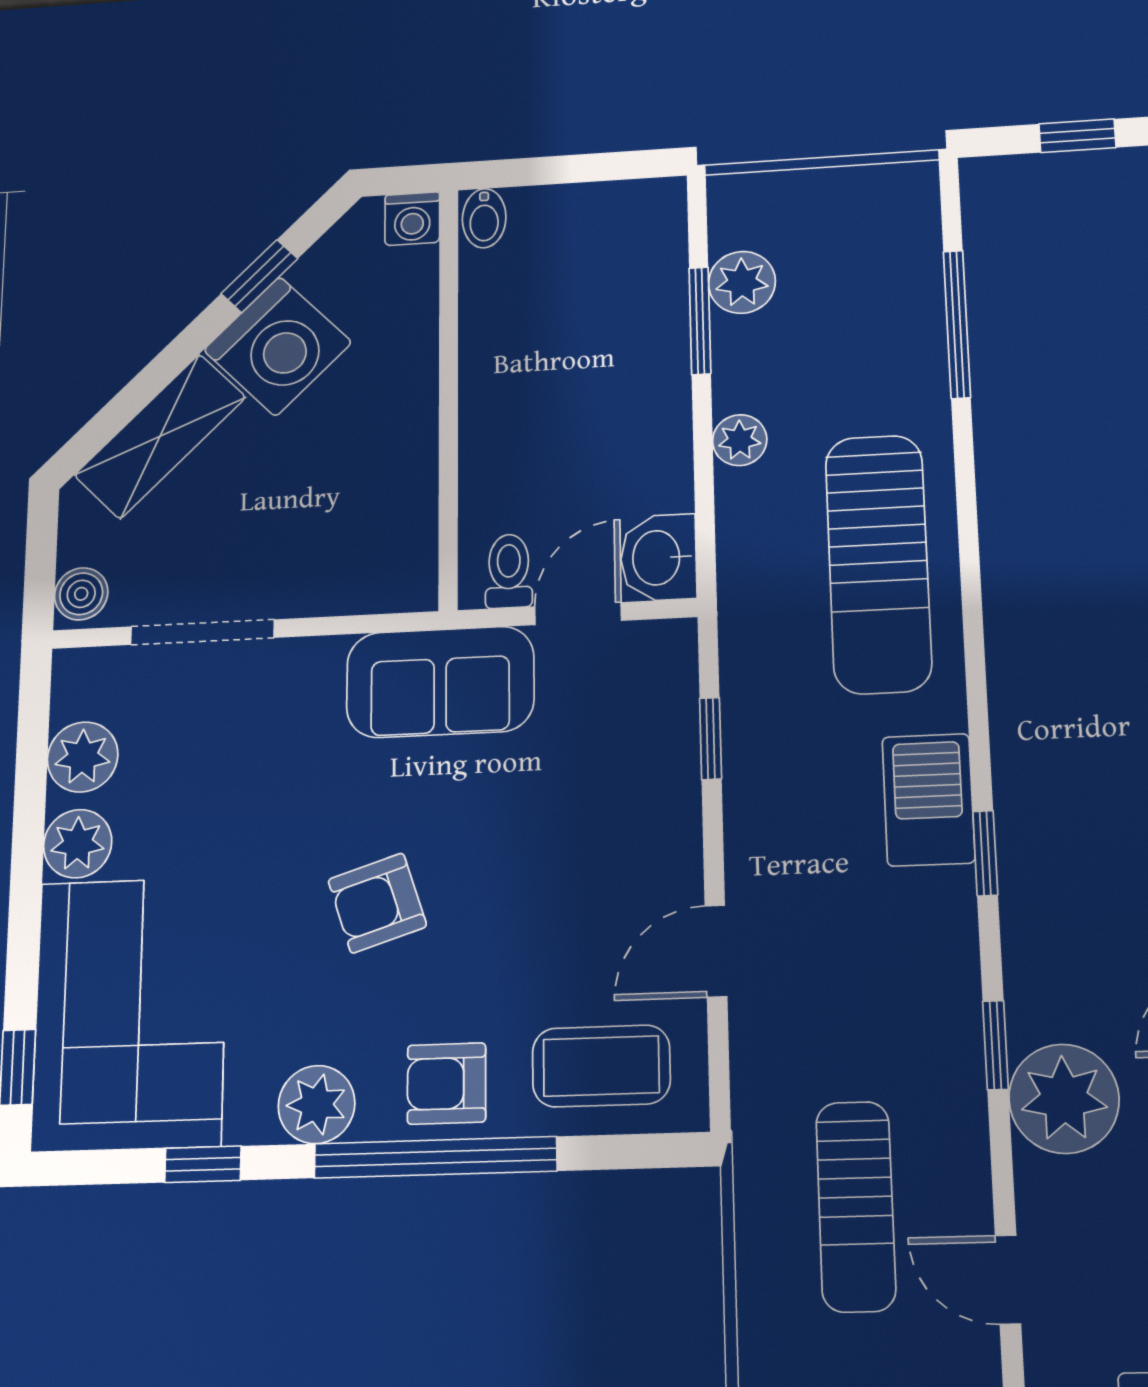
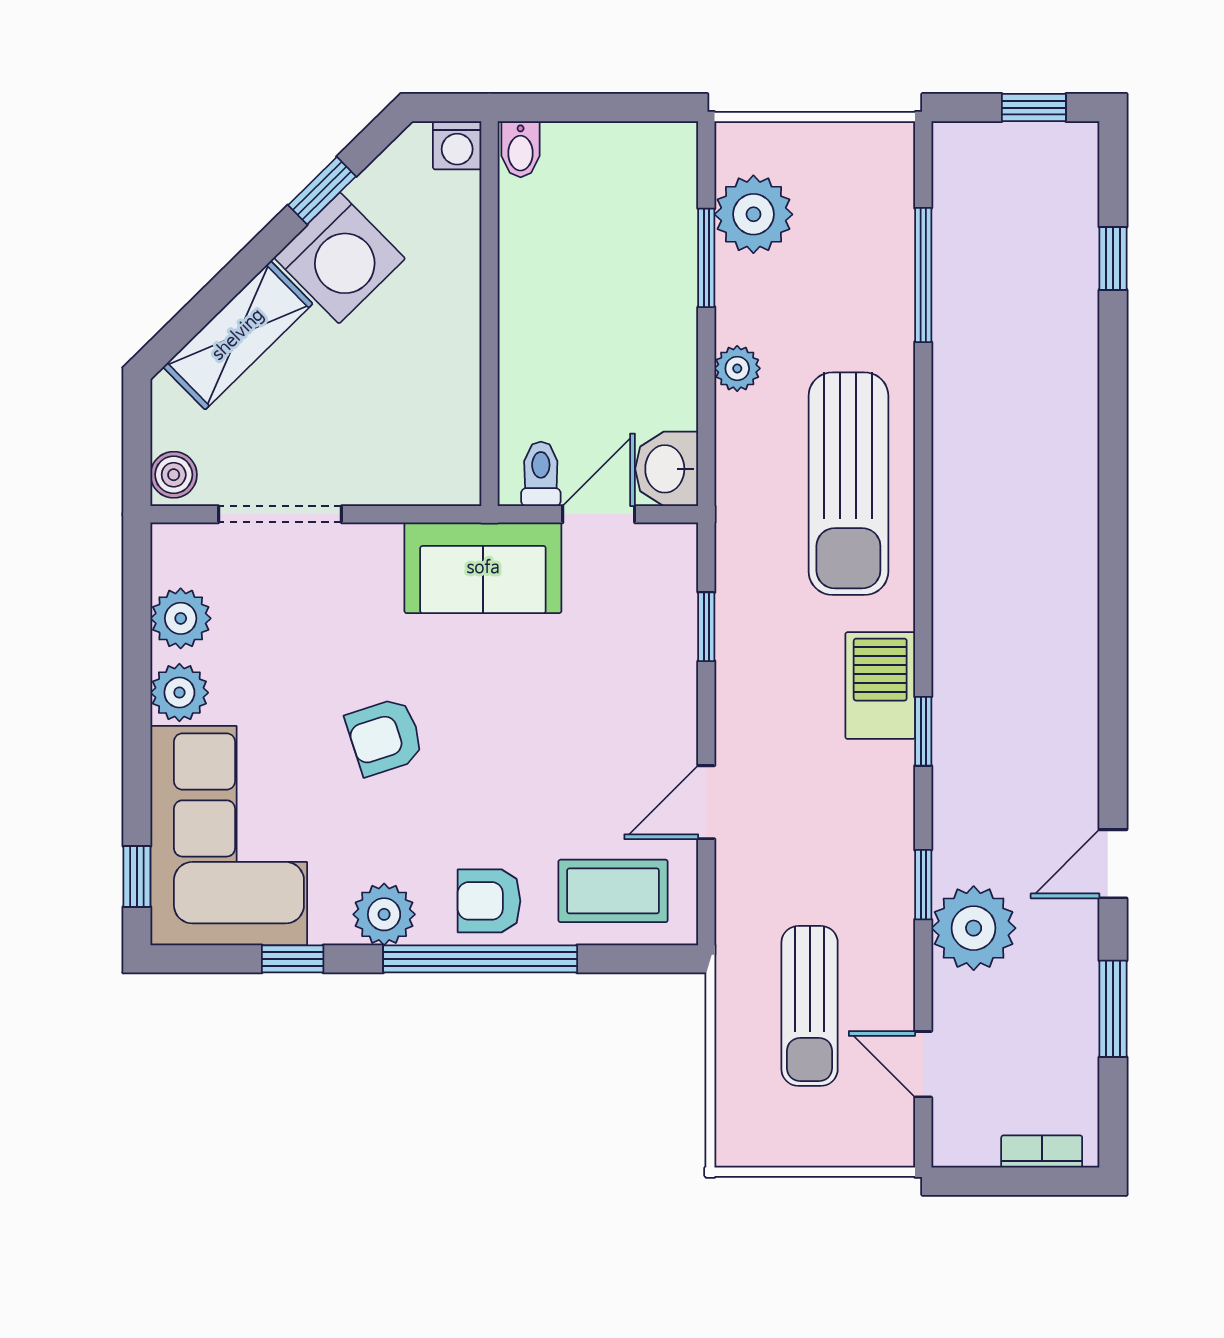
plant: (742, 282) -> (753, 214), width x1.36, depth x1.36
armchair: (377, 903) -> (385, 737), moved

